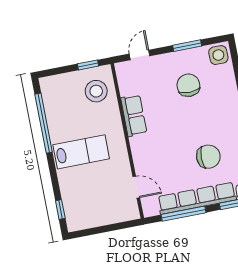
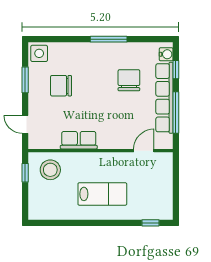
window: (44, 123) -> (70, 223), removed
lab bench: (81, 152) -> (102, 194), turned 90

